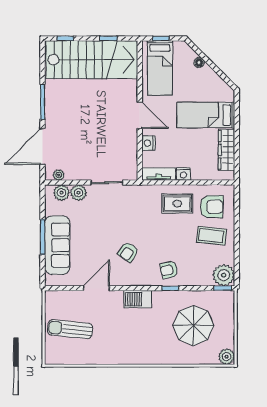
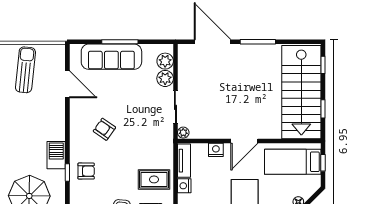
plant: (59, 175) -> (183, 133), moved
rug: (177, 204) -> (154, 179), turned 90
armchair: (169, 270) -> (86, 171), turned 102
door: (97, 288) -> (67, 84), moved
barbecue: (138, 299) -> (56, 155), moved

